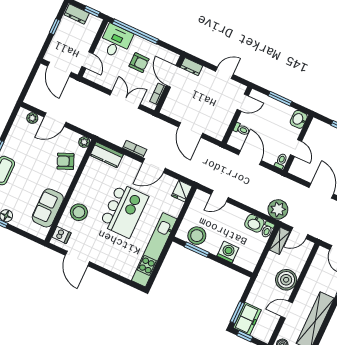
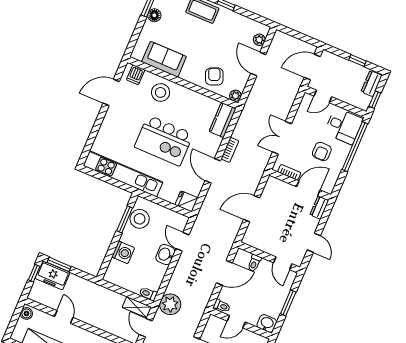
double door: (125, 100) -> (282, 138), swing flipped
washbasin: (254, 223) -> (165, 255), moved
boiler: (286, 280) -> (96, 315), removed

